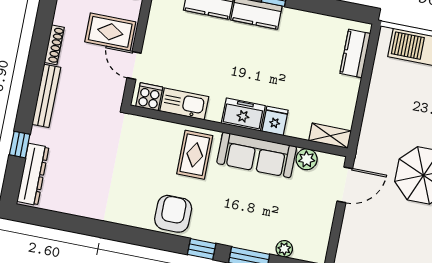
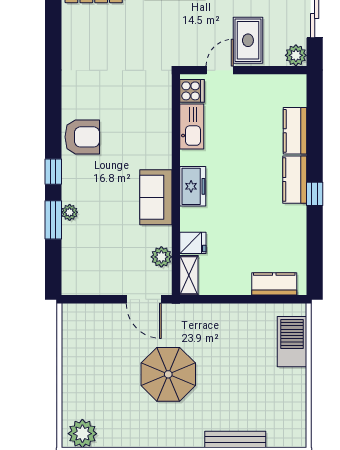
fridge: (275, 121) -> (193, 243), moved
rug: (195, 155) -> (144, 147), removed
sofa: (257, 155) -> (156, 197), width x0.73
plant: (284, 249) -> (70, 212), moved

